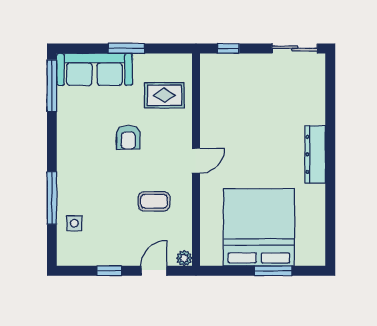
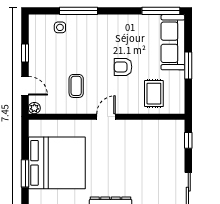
door: (196, 161) -> (106, 117), swing flipped

